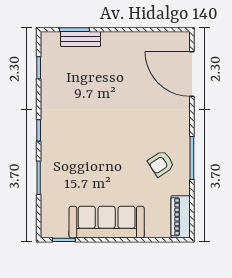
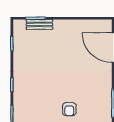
armchair: (161, 164) -> (69, 109), moved, turned -57

